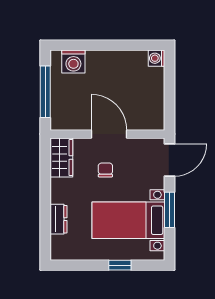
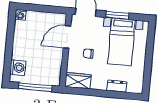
door: (109, 134) -> (67, 37), moved
window: (120, 265) -> (149, 50), removed

